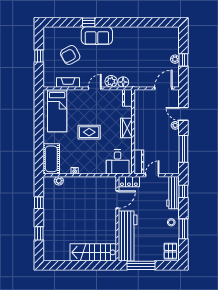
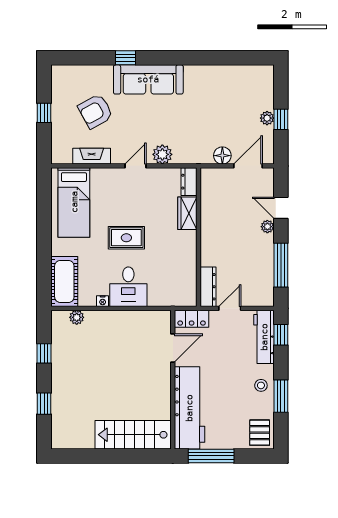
sofa: (97, 36) -> (148, 79), width x1.36
floor lamp: (123, 82) -> (222, 156), moved
wardrobe: (126, 128) -> (187, 213), moved
desk: (118, 162) -> (128, 287), moved

